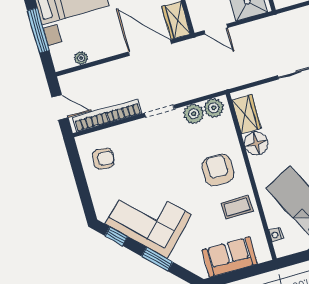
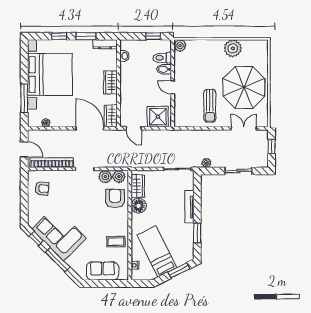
armchair: (218, 170) -> (115, 198), moved
window: (157, 259) -> (58, 260), width x1.44

